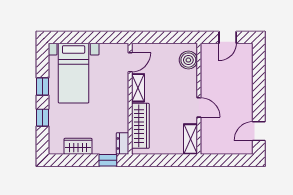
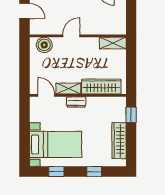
window: (42, 87) -> (56, 172), moved
door: (199, 107) -> (71, 36), moved
dresser: (123, 143) -> (76, 102), moved
wardrobe: (78, 146) -> (119, 141), width x1.50

